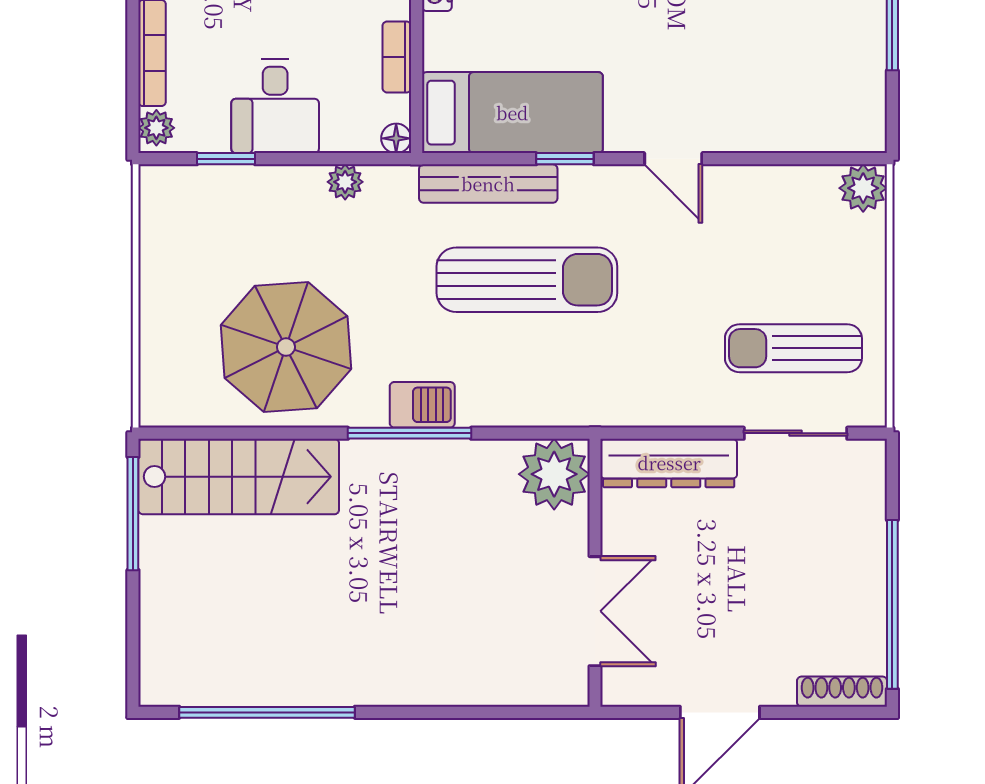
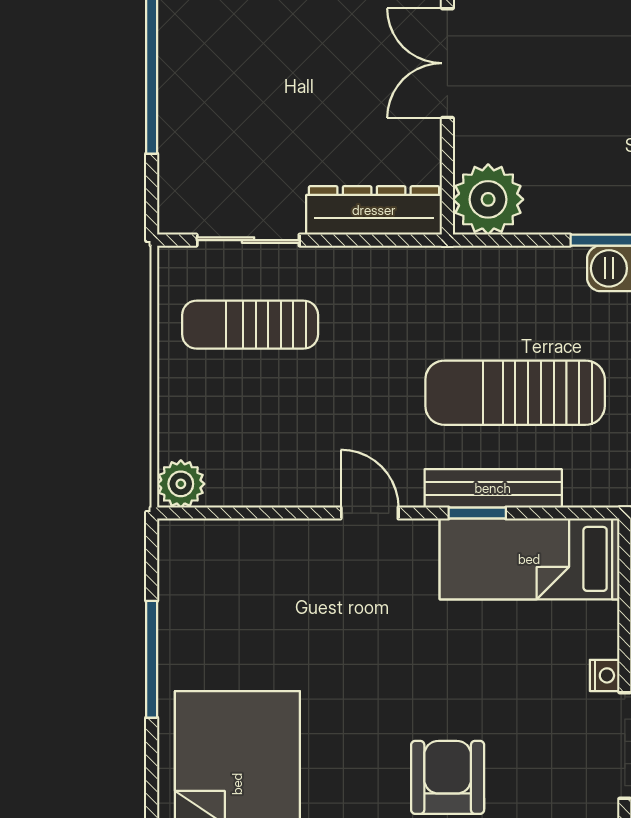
bench: (488, 184) -> (493, 488), moved
sun lounger: (793, 348) -> (250, 325), turned 180

